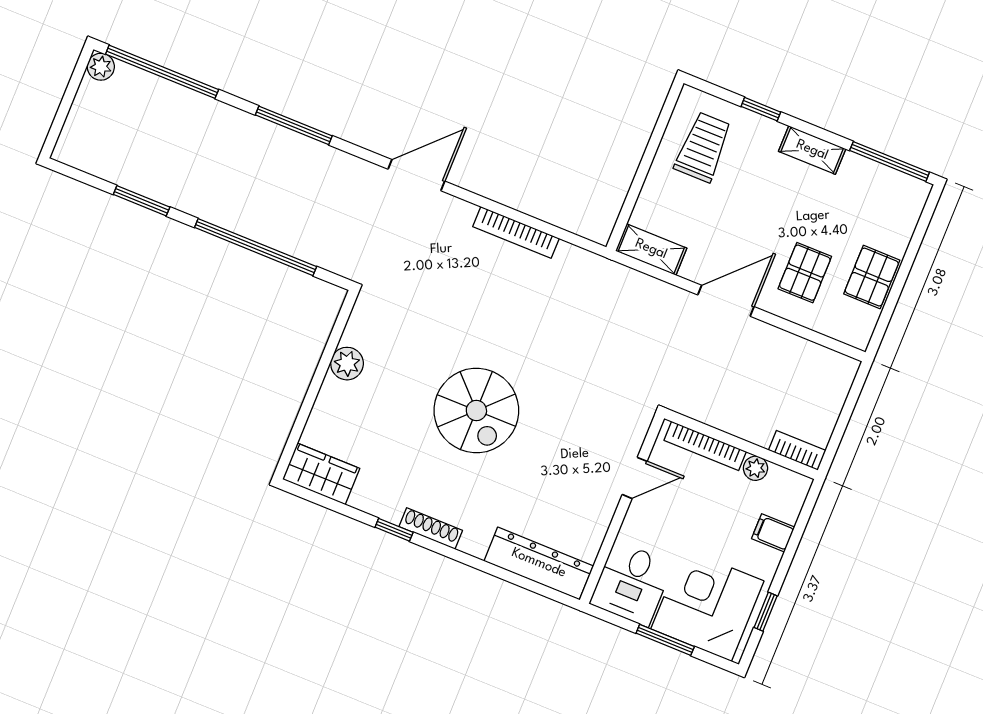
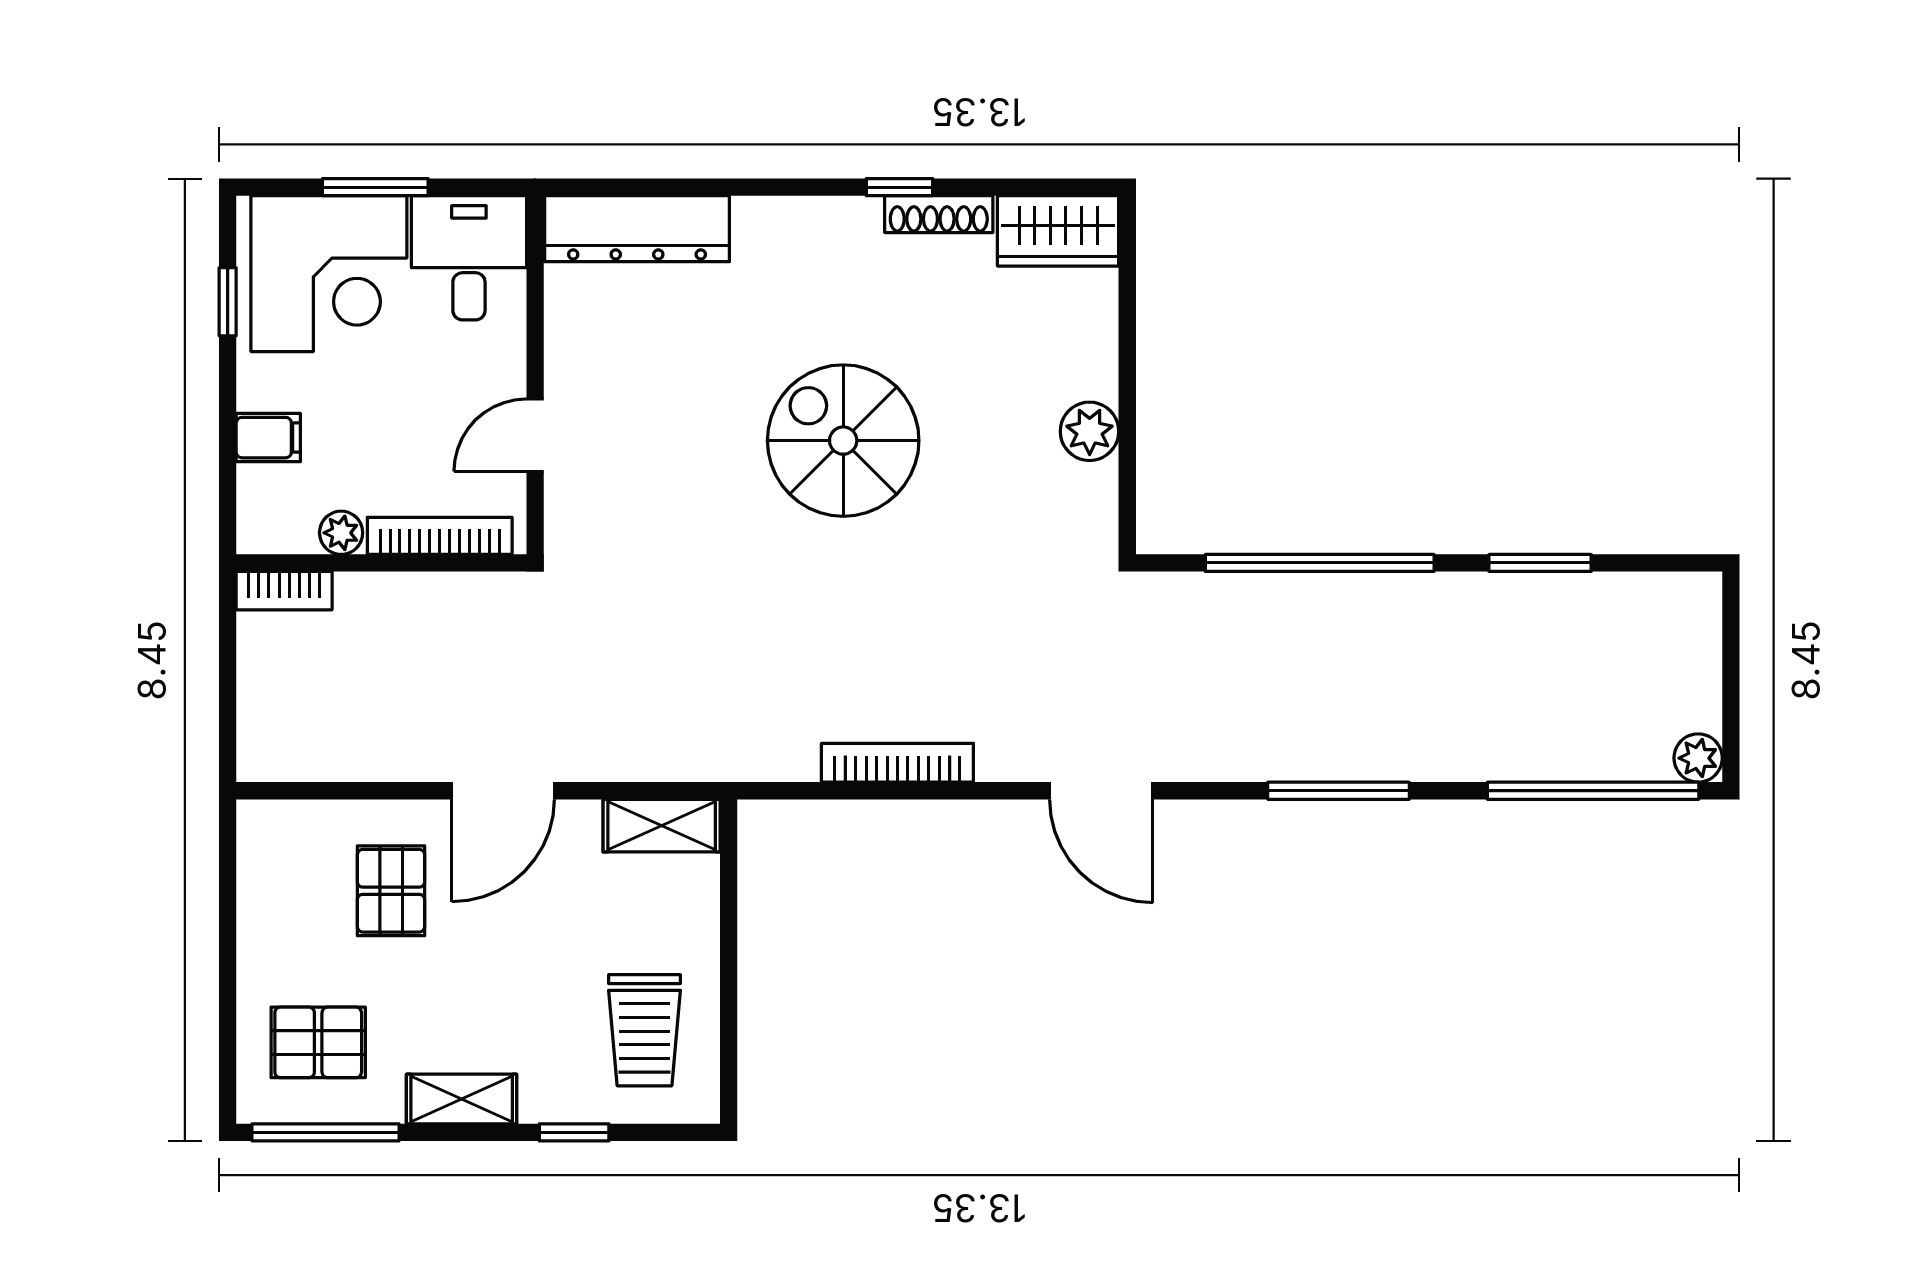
door: (416, 175) -> (1101, 791), hinge flipped
pallet: (872, 277) -> (318, 1042), moved, turned 90
shoe rack: (431, 528) -> (939, 214), moved

